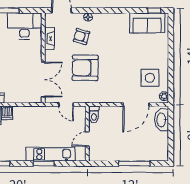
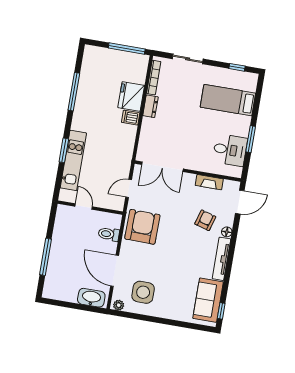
tv unit: (111, 18) -> (221, 259), added
desk: (24, 26) -> (230, 150), width x0.73
armchair: (85, 68) -> (142, 227), moved
toilet: (94, 114) -> (109, 234), moved

